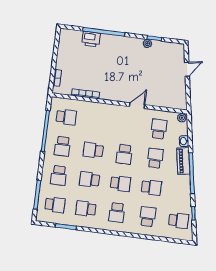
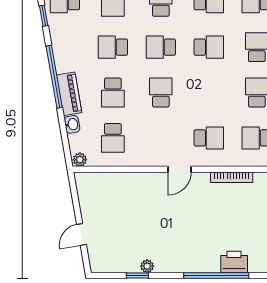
door: (137, 106) -> (180, 169), moved
school desk: (93, 150) -> (209, 138), moved

